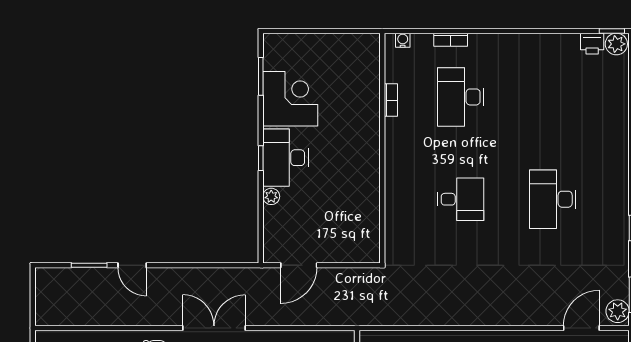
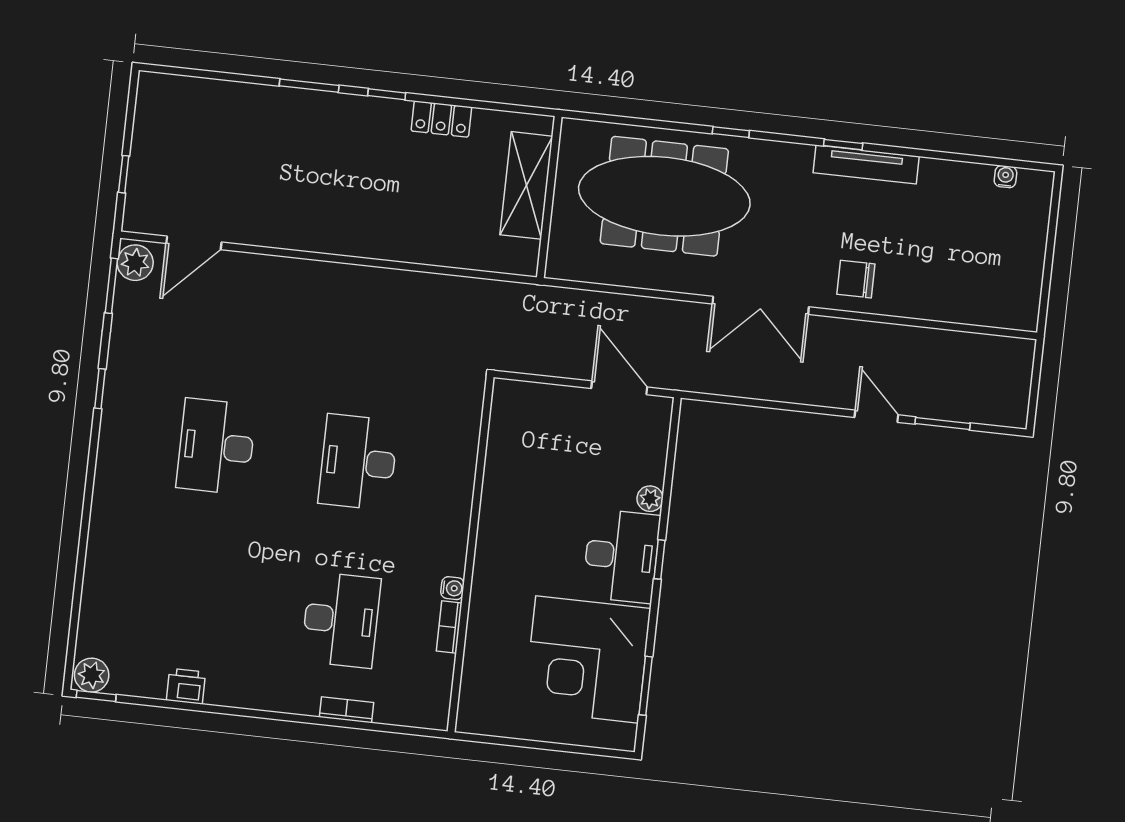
water cooler: (403, 40) -> (452, 588), moved, turned -90
printer: (592, 44) -> (186, 686), moved
corner desk: (290, 99) -> (587, 660), width x1.36, depth x1.36
desk: (461, 199) -> (358, 462), width x1.37
desk: (553, 199) -> (216, 446), turned 180
door: (299, 265) -> (619, 388), hinge flipped

